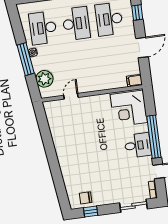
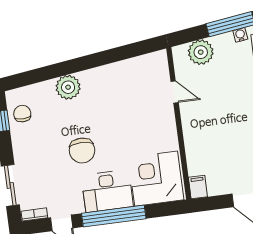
desk: (138, 145) -> (107, 191), width x1.37
chair: (110, 158) -> (82, 151), added
plant: (68, 167) -> (68, 87), added

